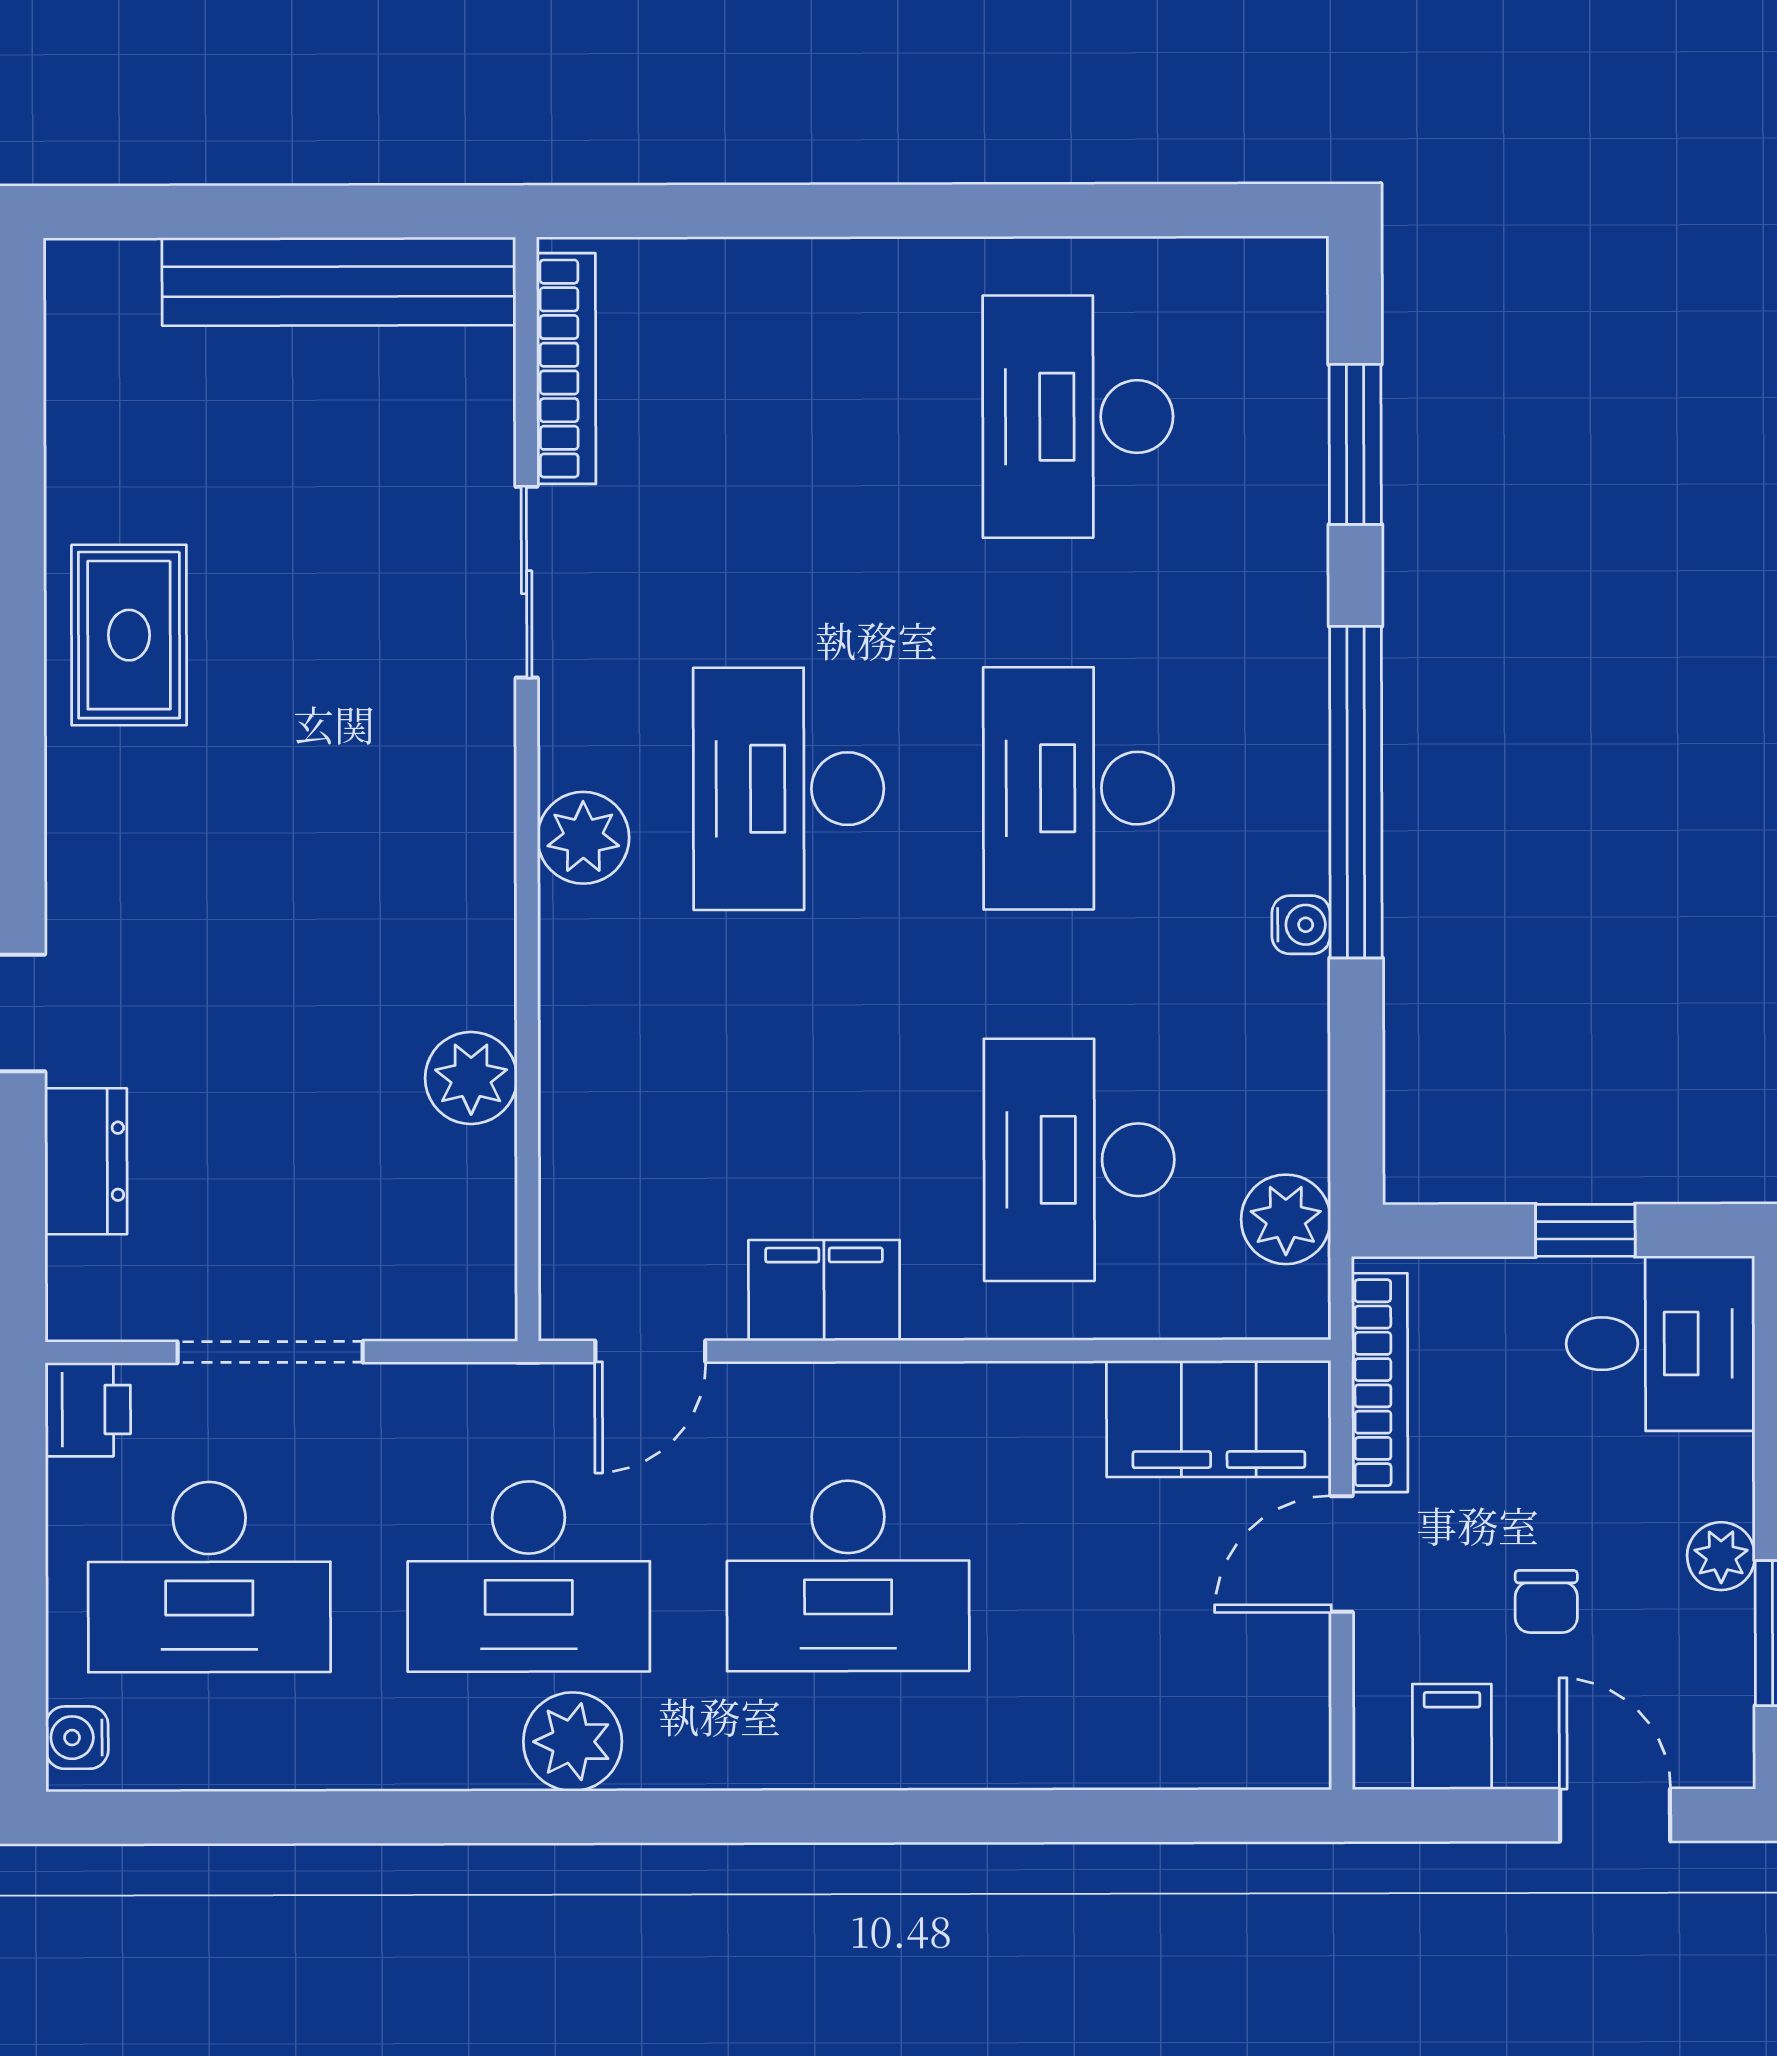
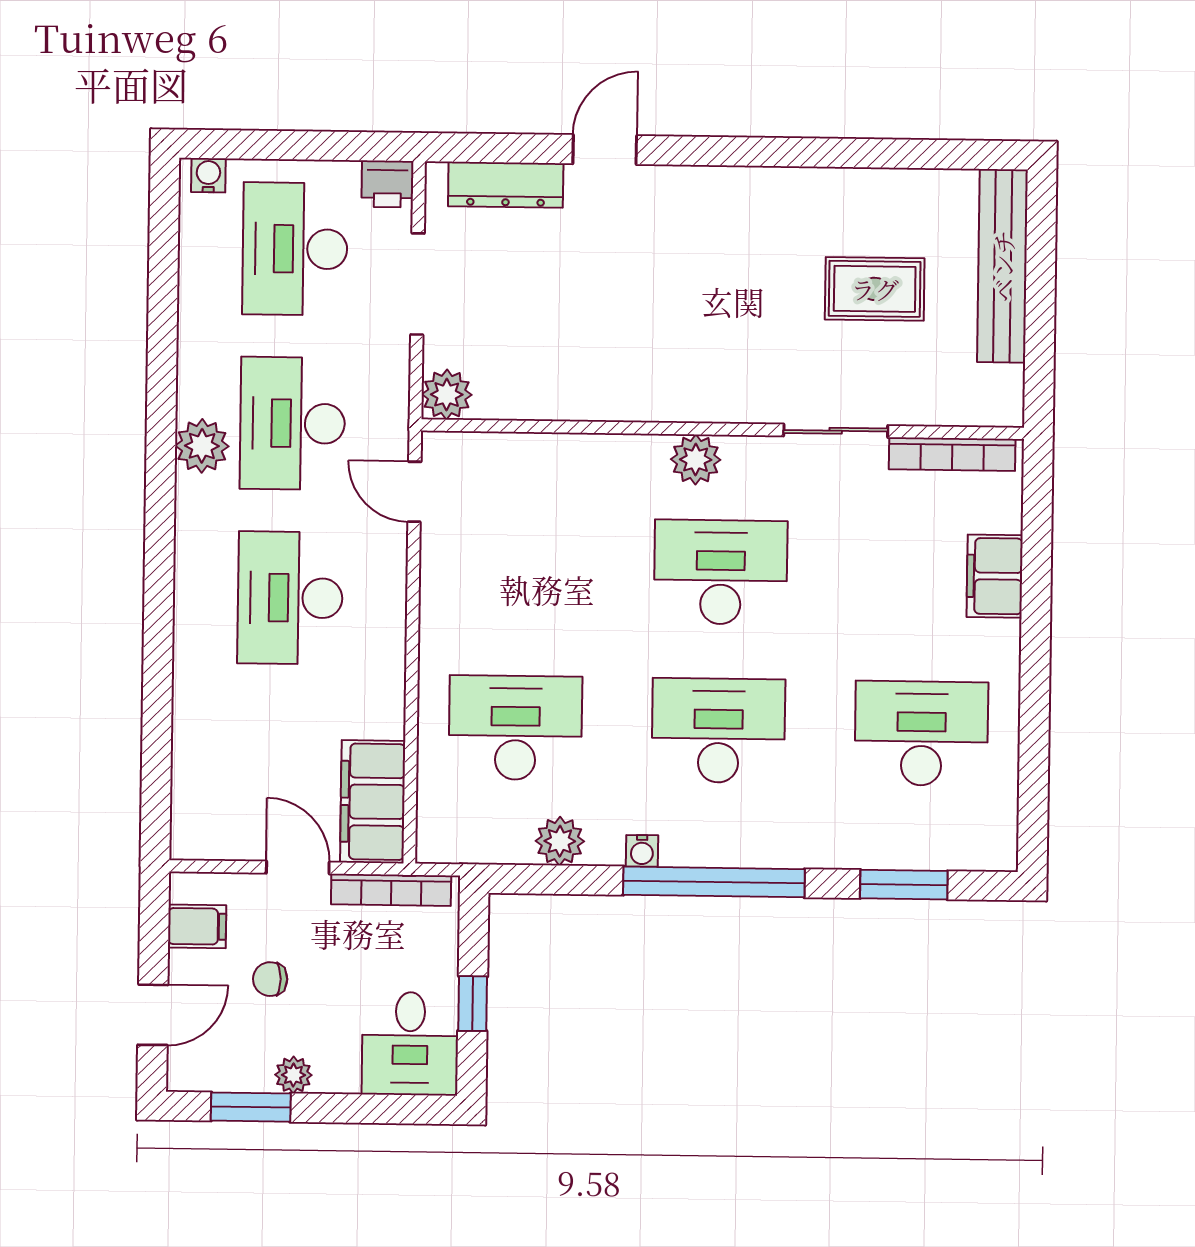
bench: (339, 282) -> (1003, 266), moved
rug: (129, 635) -> (875, 289), moved
plant: (471, 1078) -> (447, 394), moved
dresser: (86, 1161) -> (506, 185), width x1.44
plant: (1286, 1219) -> (560, 841), moved
filing cabinet: (824, 1290) -> (995, 576), moved, turned 180

